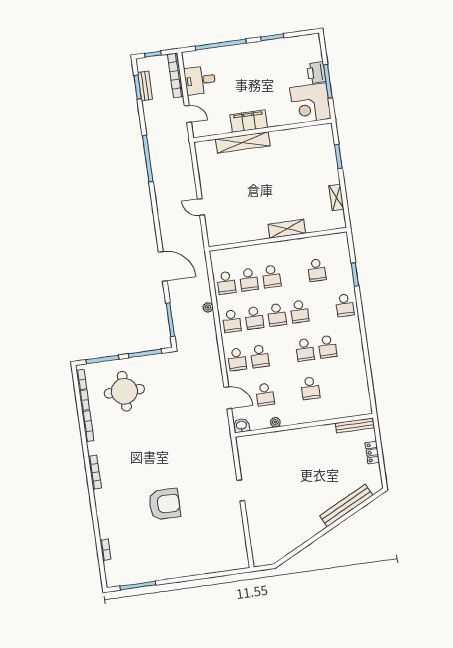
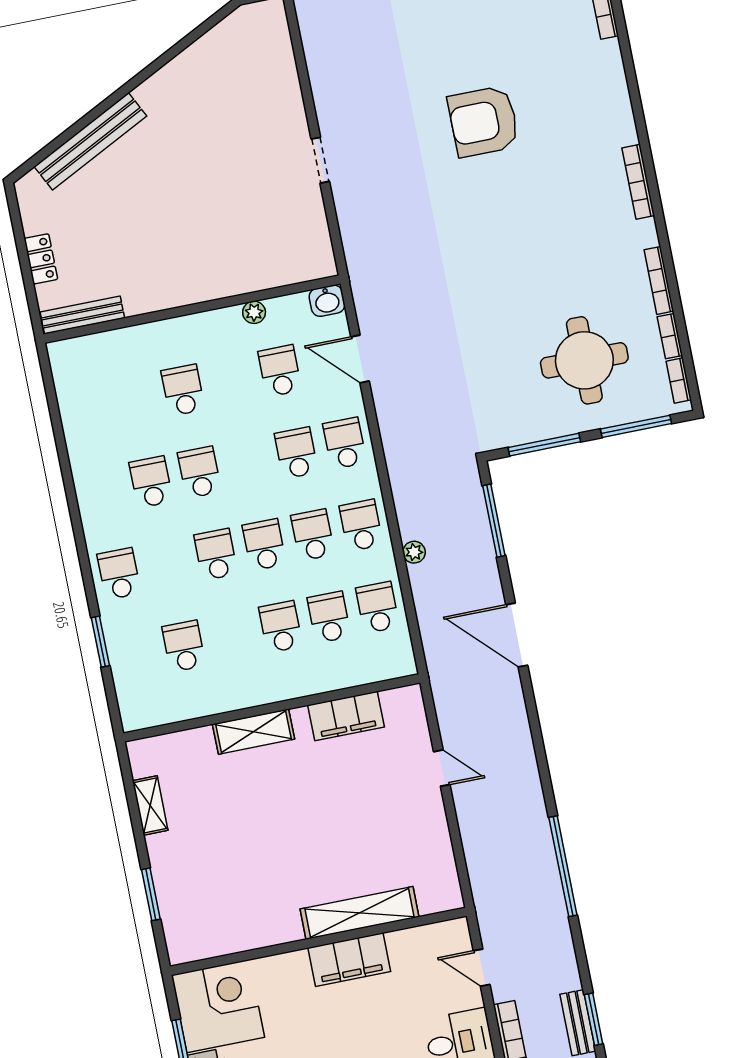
filing cabinet: (244, 234) -> (346, 716), added

